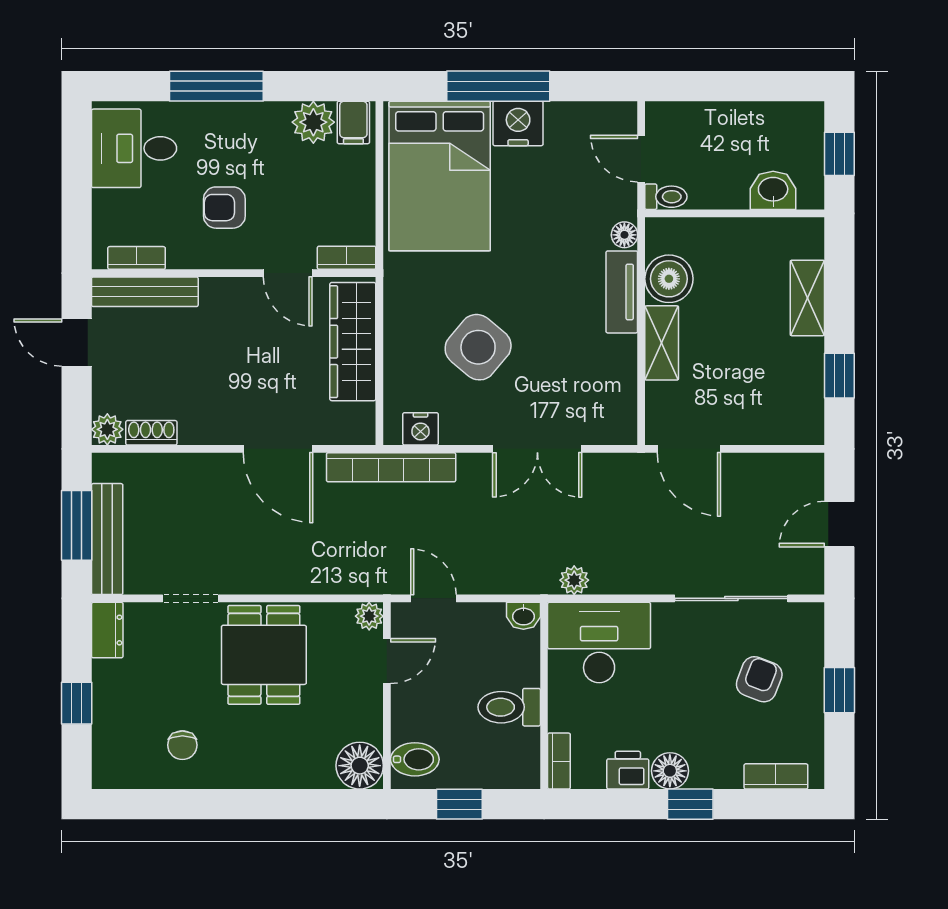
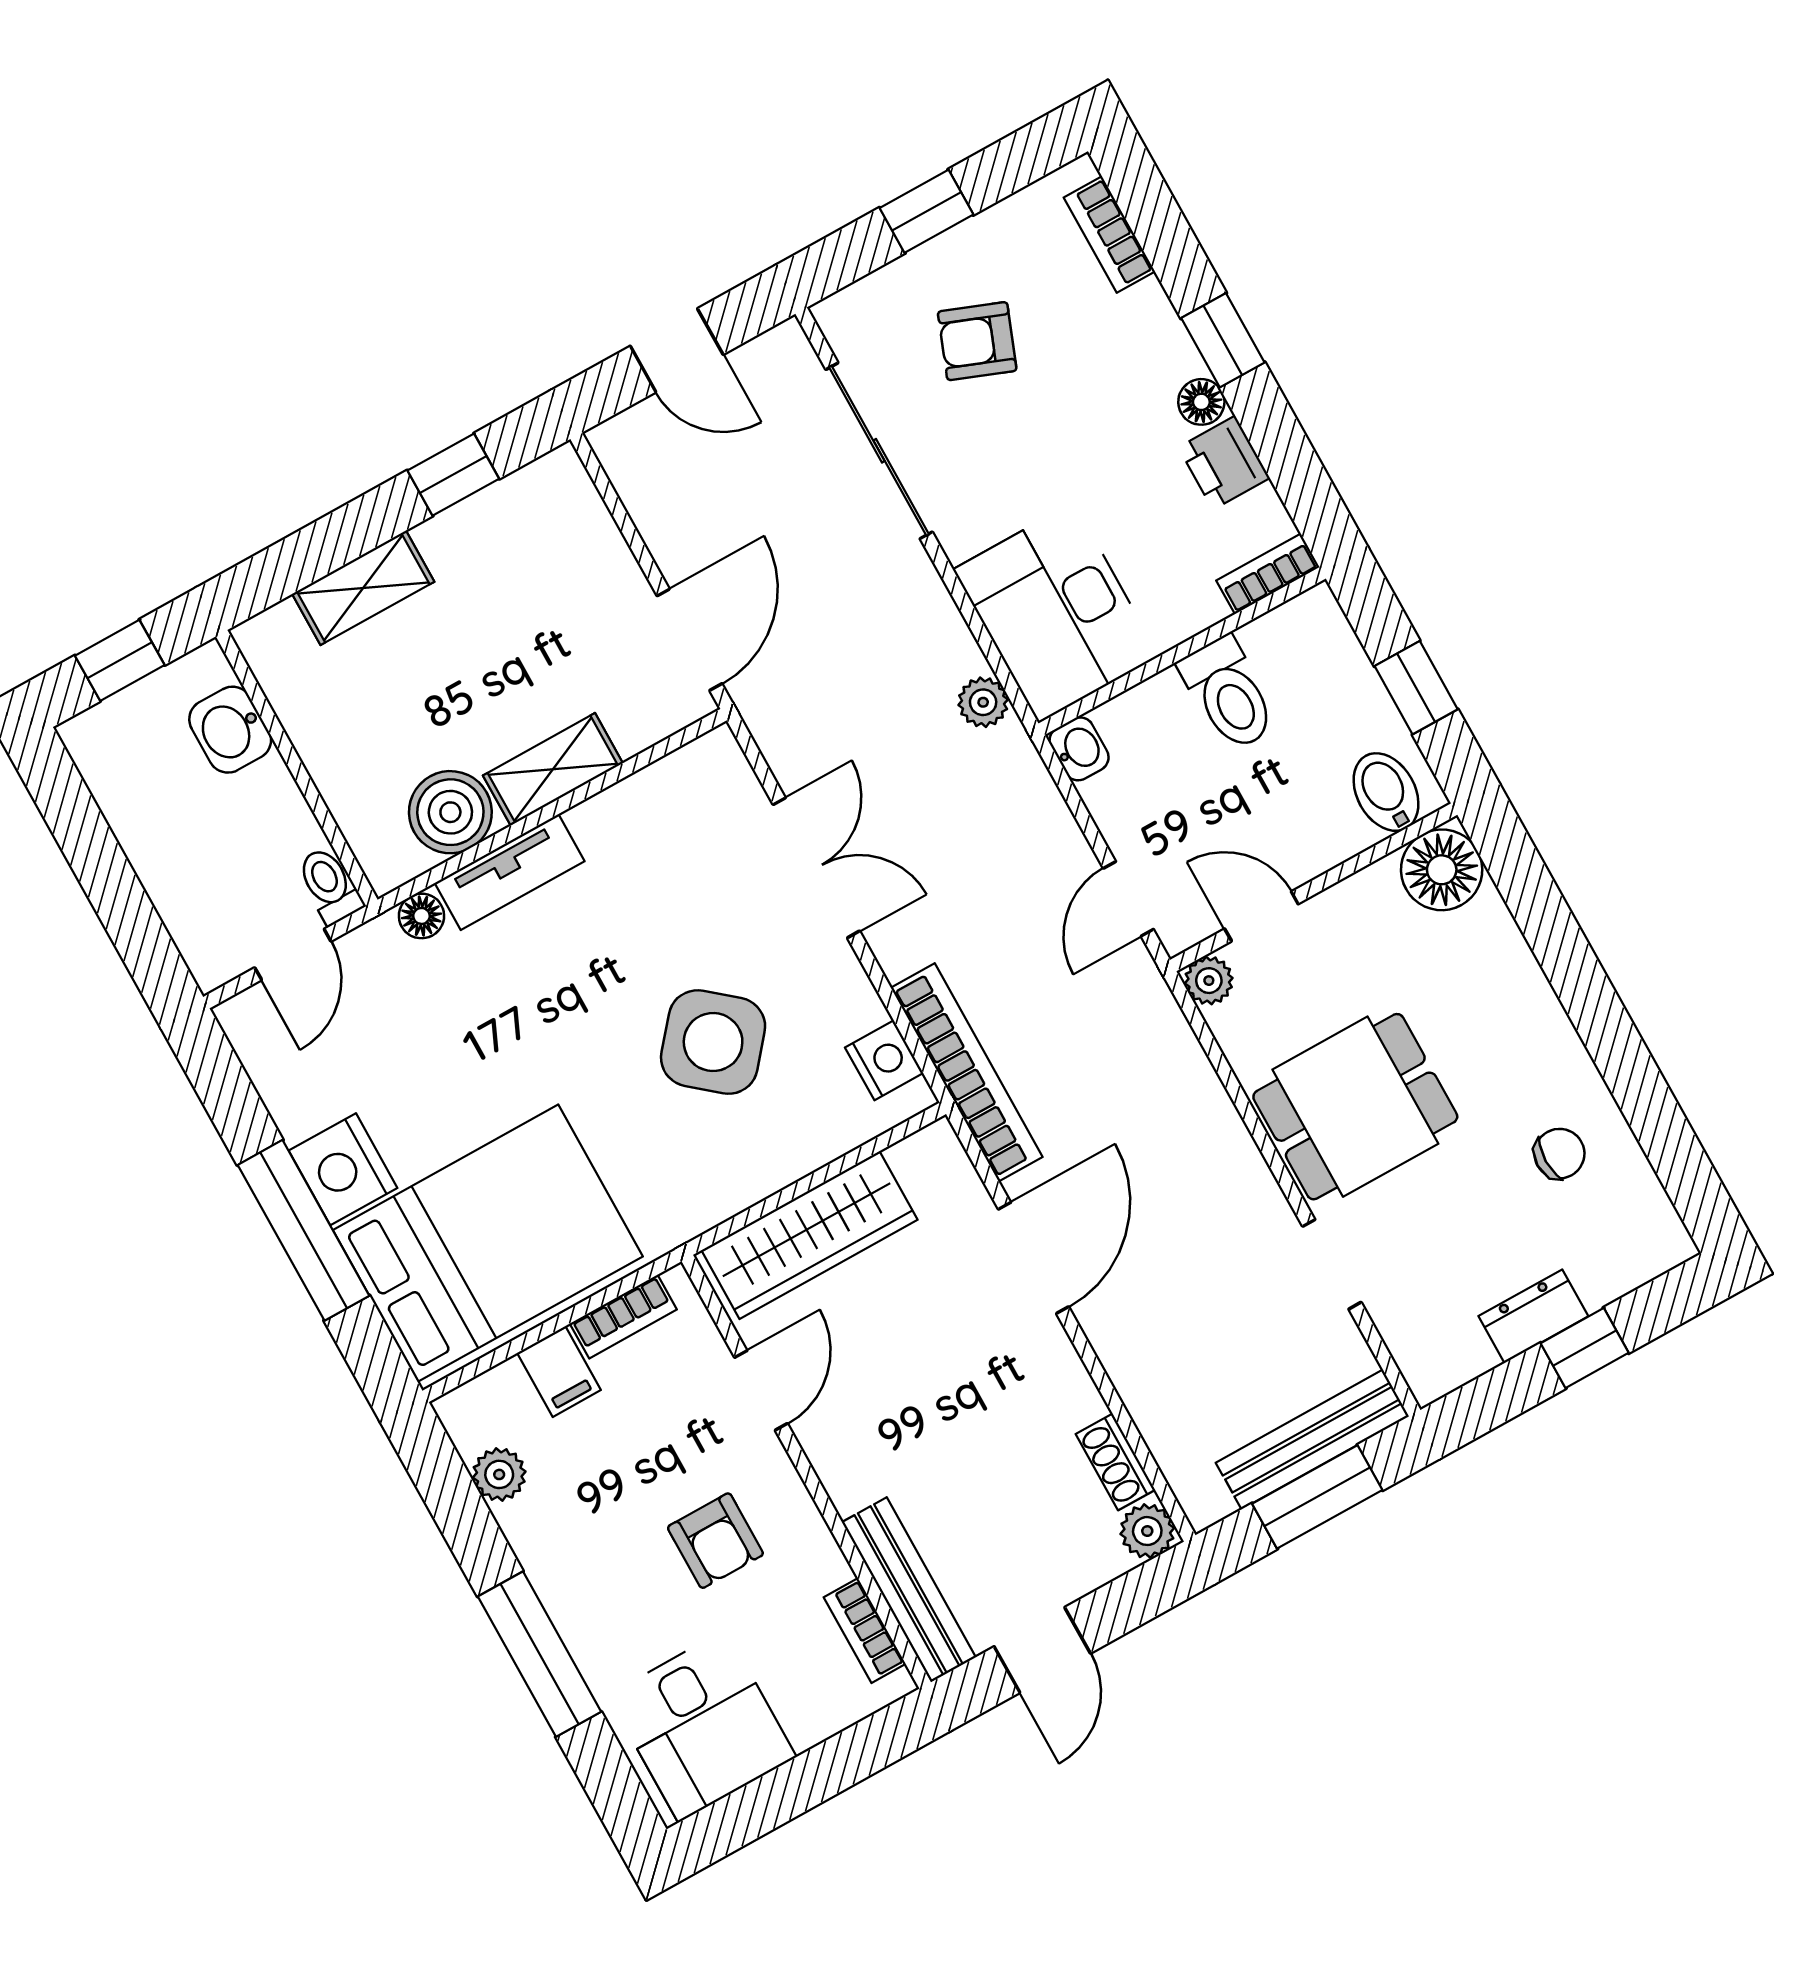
plant: (313, 122) -> (499, 1474), width x0.73, depth x0.73
filing cabinet: (353, 122) -> (559, 1371), moved, turned 90
bookcase: (347, 258) -> (623, 1317), moved, turned -90
dresser: (107, 630) -> (1533, 1316), moved
floor lamp: (670, 771) -> (1201, 402), width x0.73, depth x0.73

